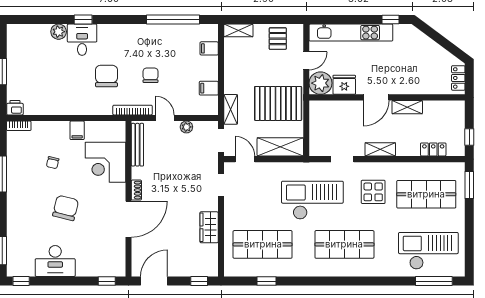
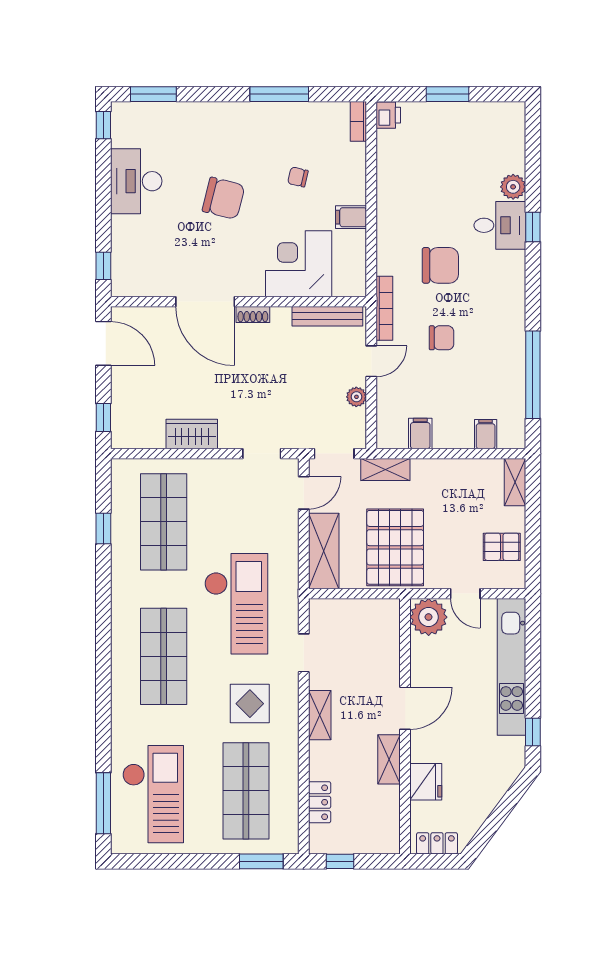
fridge: (344, 85) -> (426, 782), moved
door: (376, 97) -> (405, 708), swing flipped

